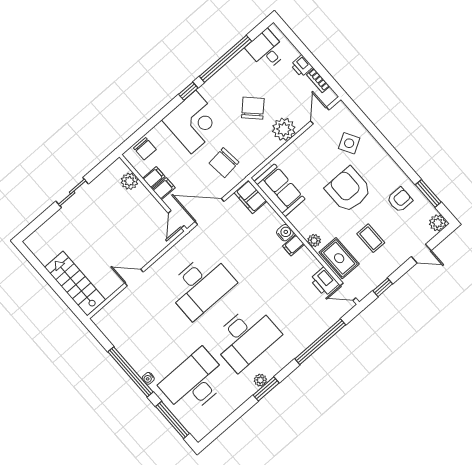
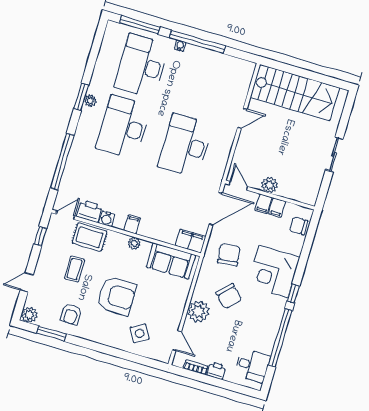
chair: (253, 108) -> (229, 296), moved
plant: (129, 181) -> (270, 185), moved
water cooler: (285, 233) -> (107, 219), moved
coffee table: (371, 238) -> (74, 269), turned 90
plant: (314, 241) -> (134, 243), moved
stairs: (75, 284) -> (295, 92), width x1.36, depth x1.51
desk: (194, 382) -> (142, 66), turned 180

